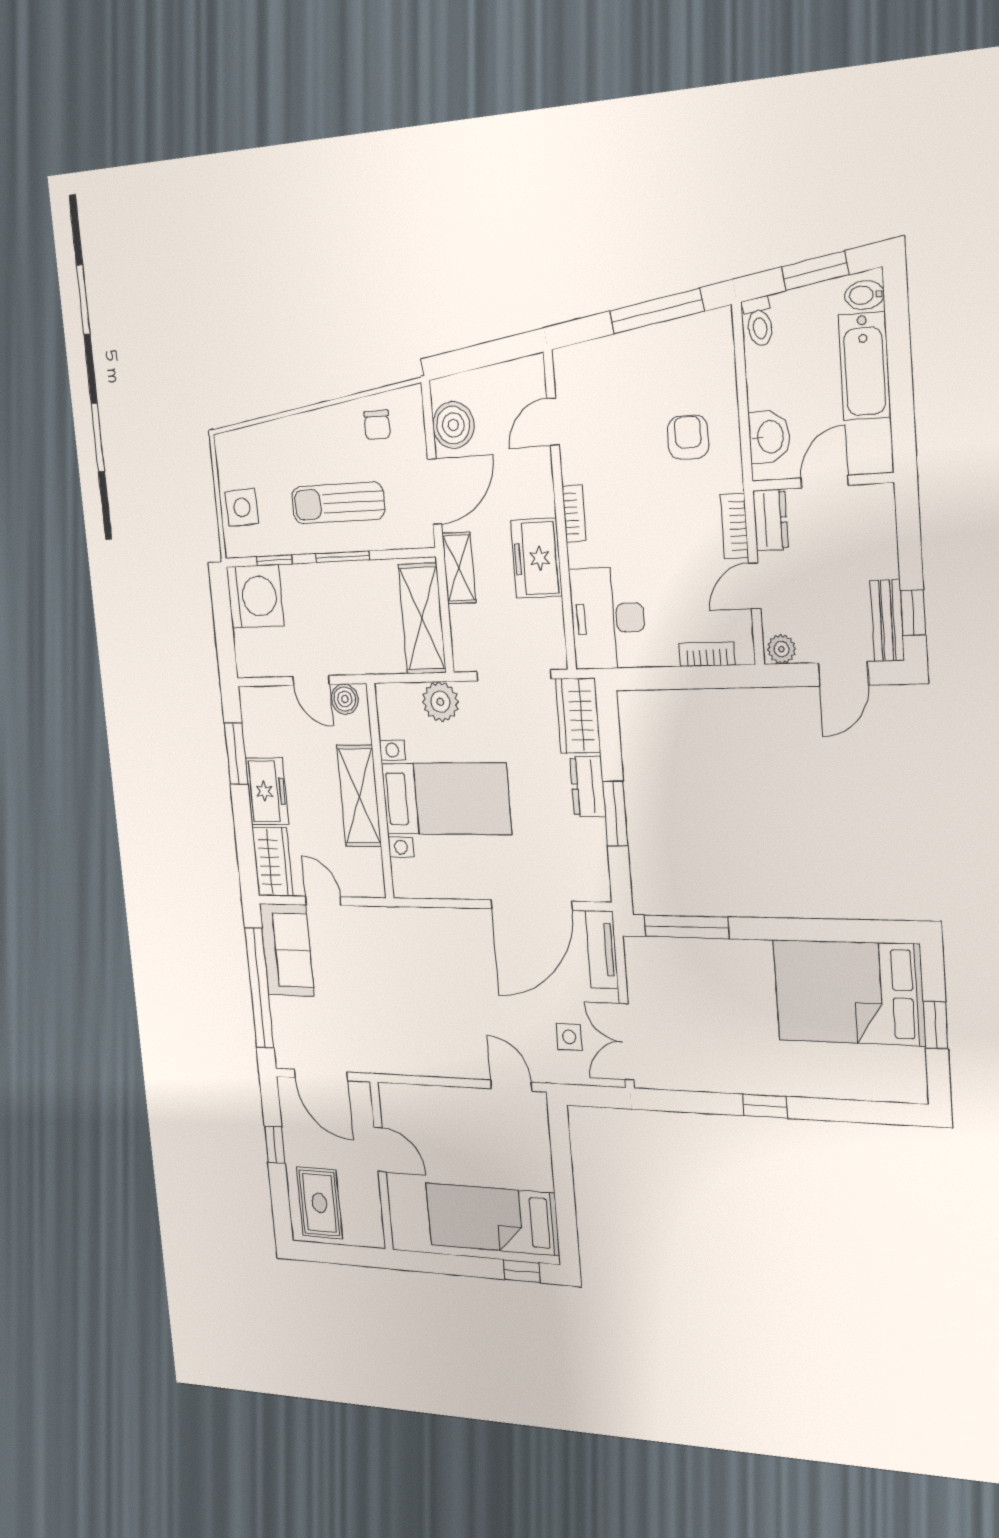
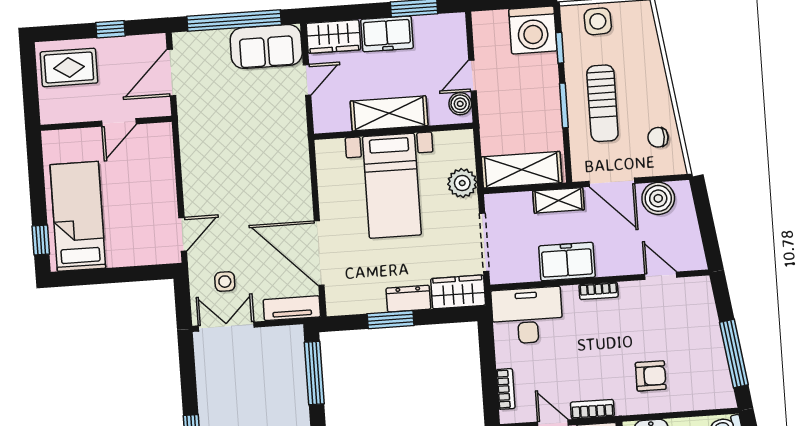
sun lounger: (338, 503) -> (602, 103), turned 180

